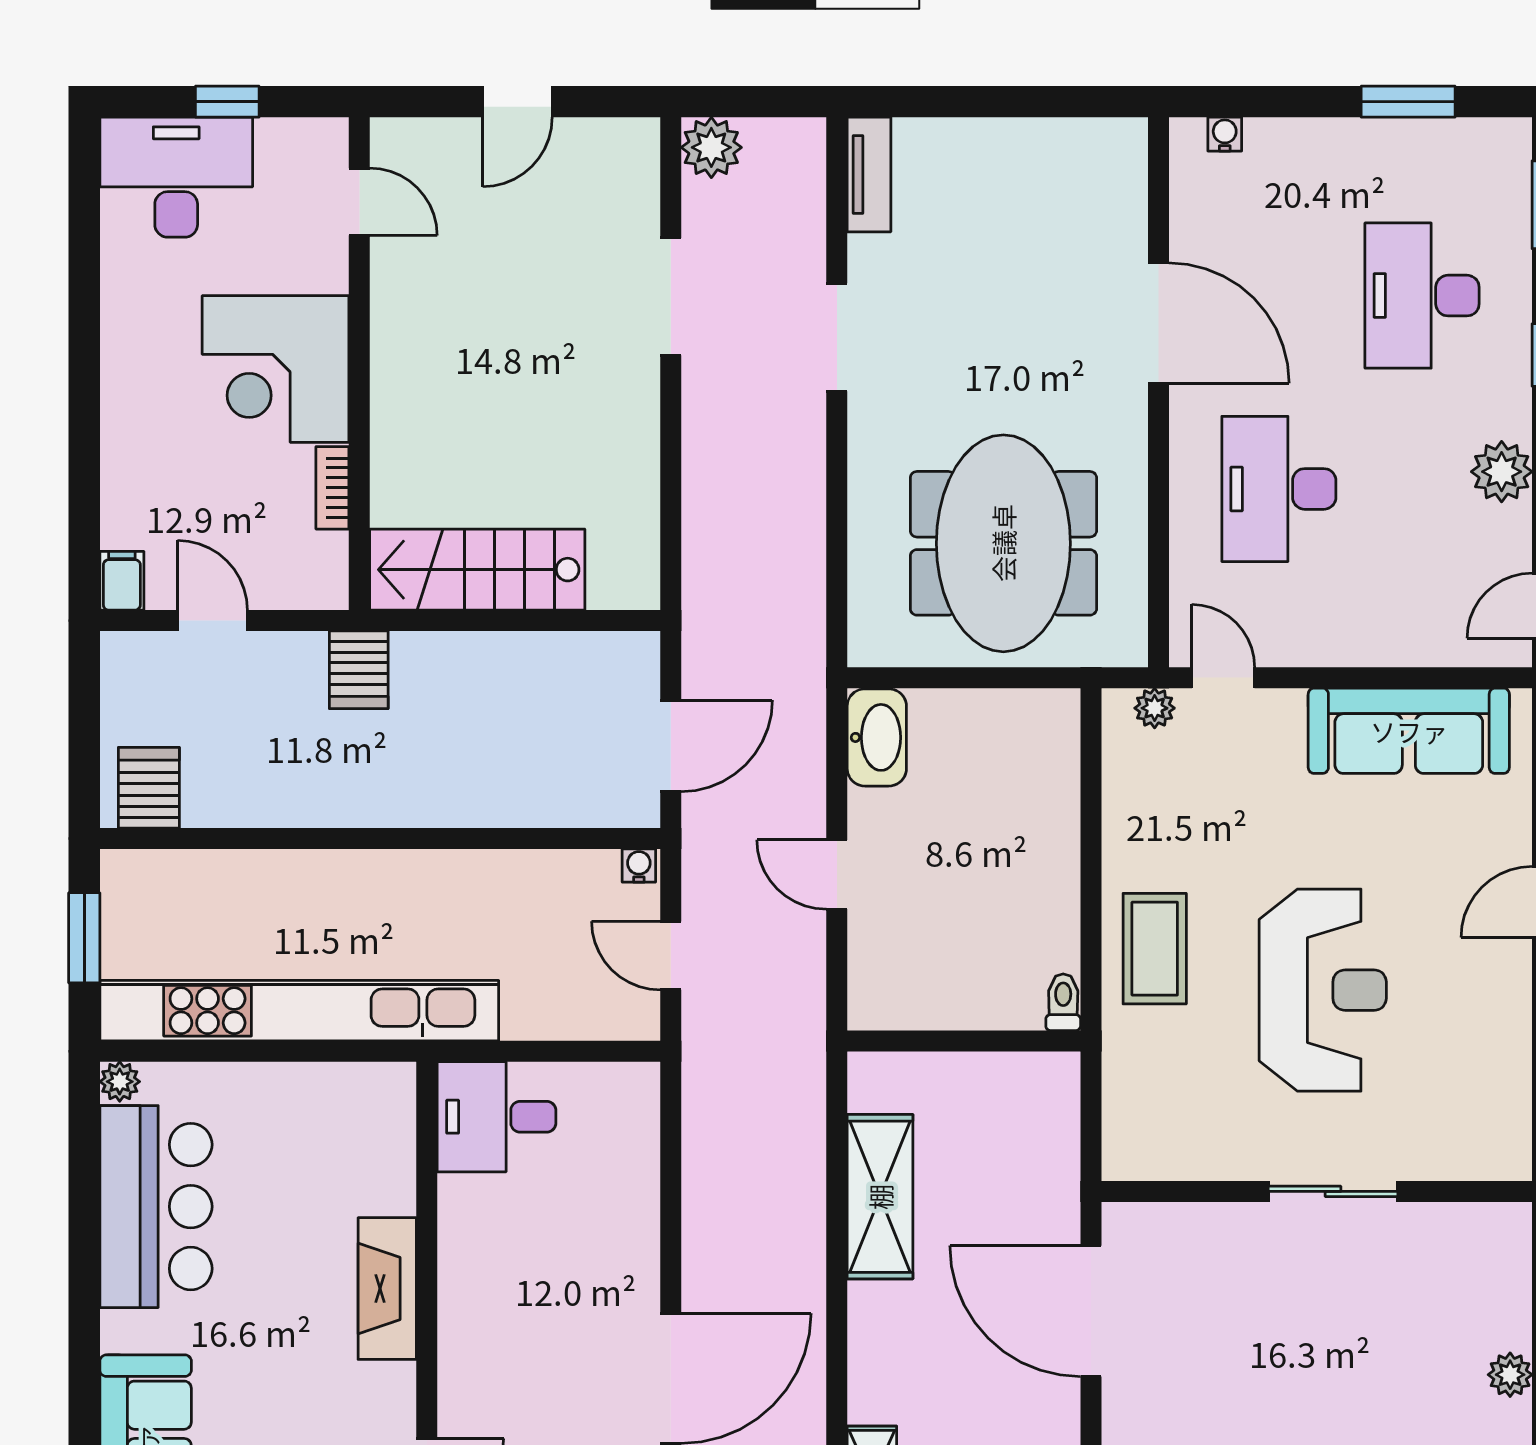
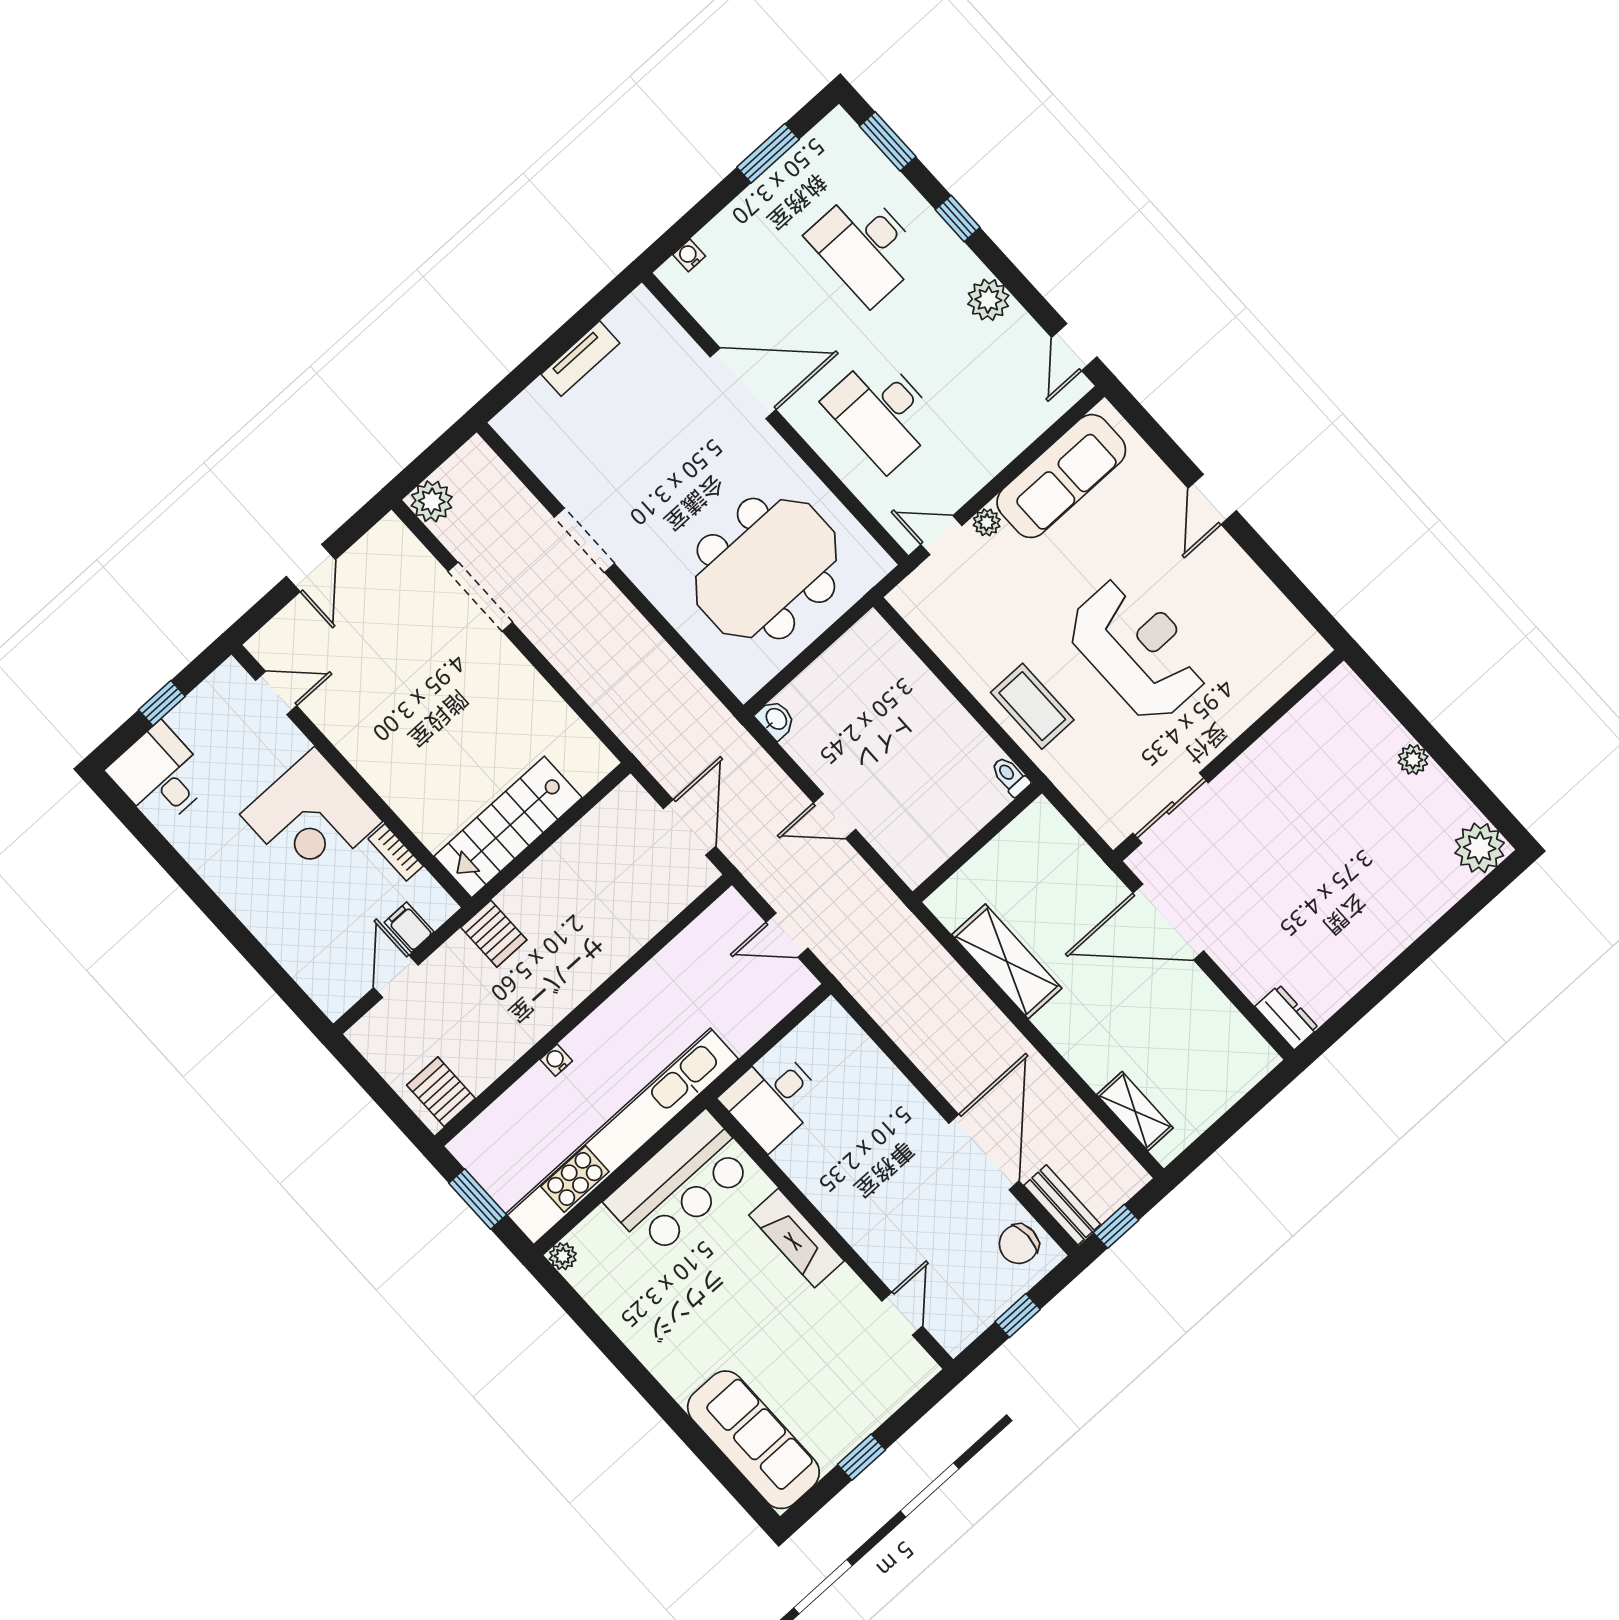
tv unit: (869, 175) -> (580, 359), moved, turned 90
desk: (176, 177) -> (160, 775), width x0.73
meeting table: (1003, 543) -> (766, 569), turned 90
filing cabinet: (122, 581) -> (409, 927), moved
door: (213, 621) -> (396, 976), hinge flipped
plant: (1155, 708) -> (987, 522), moved
washbasin: (877, 737) -> (776, 719), width x0.52, depth x0.69
water cooler: (639, 866) -> (556, 1060), moved
sliding door: (1333, 1191) -> (1171, 808), moved
bar counter: (156, 1207) -> (680, 1184), moved, turned 90

